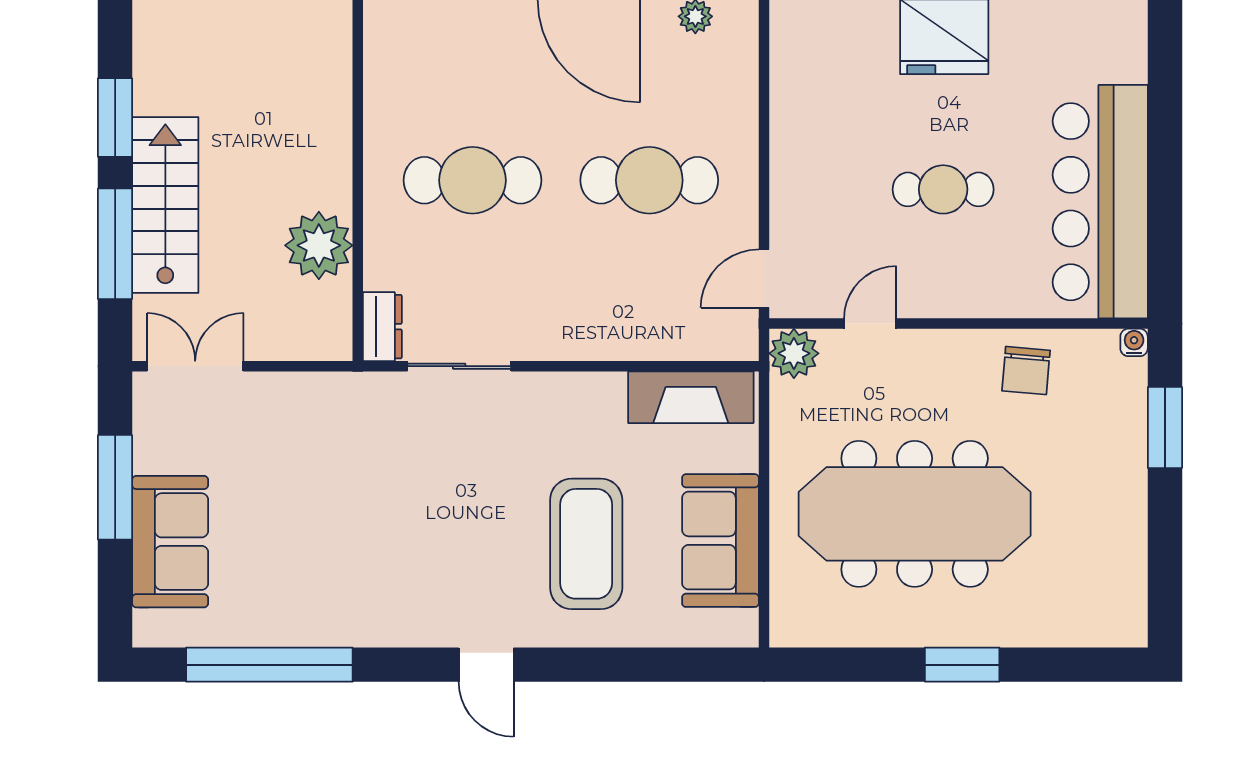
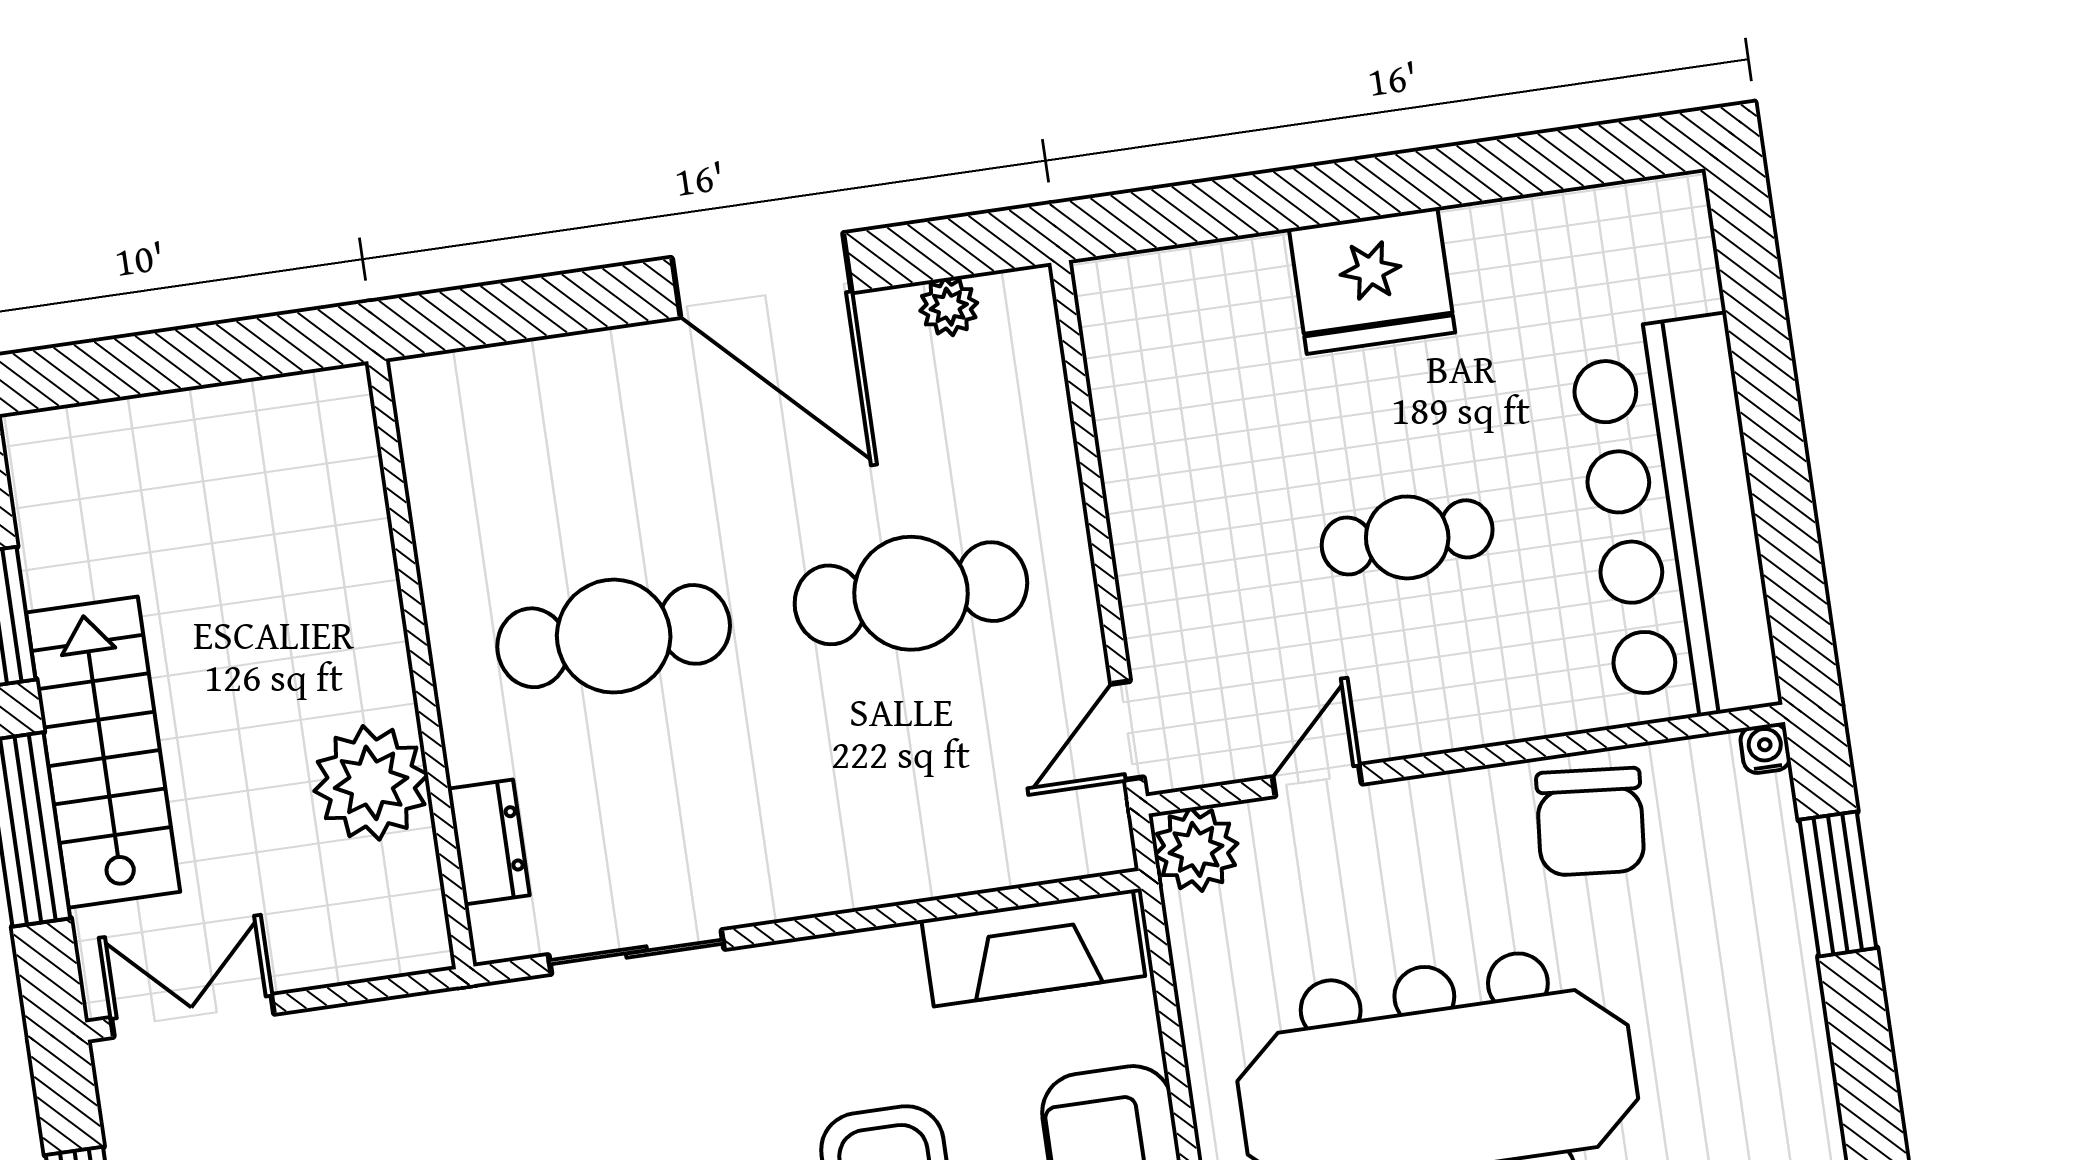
dresser: (382, 327) -> (489, 842), moved
chair: (1026, 371) -> (1590, 822), width x1.37, depth x1.37

